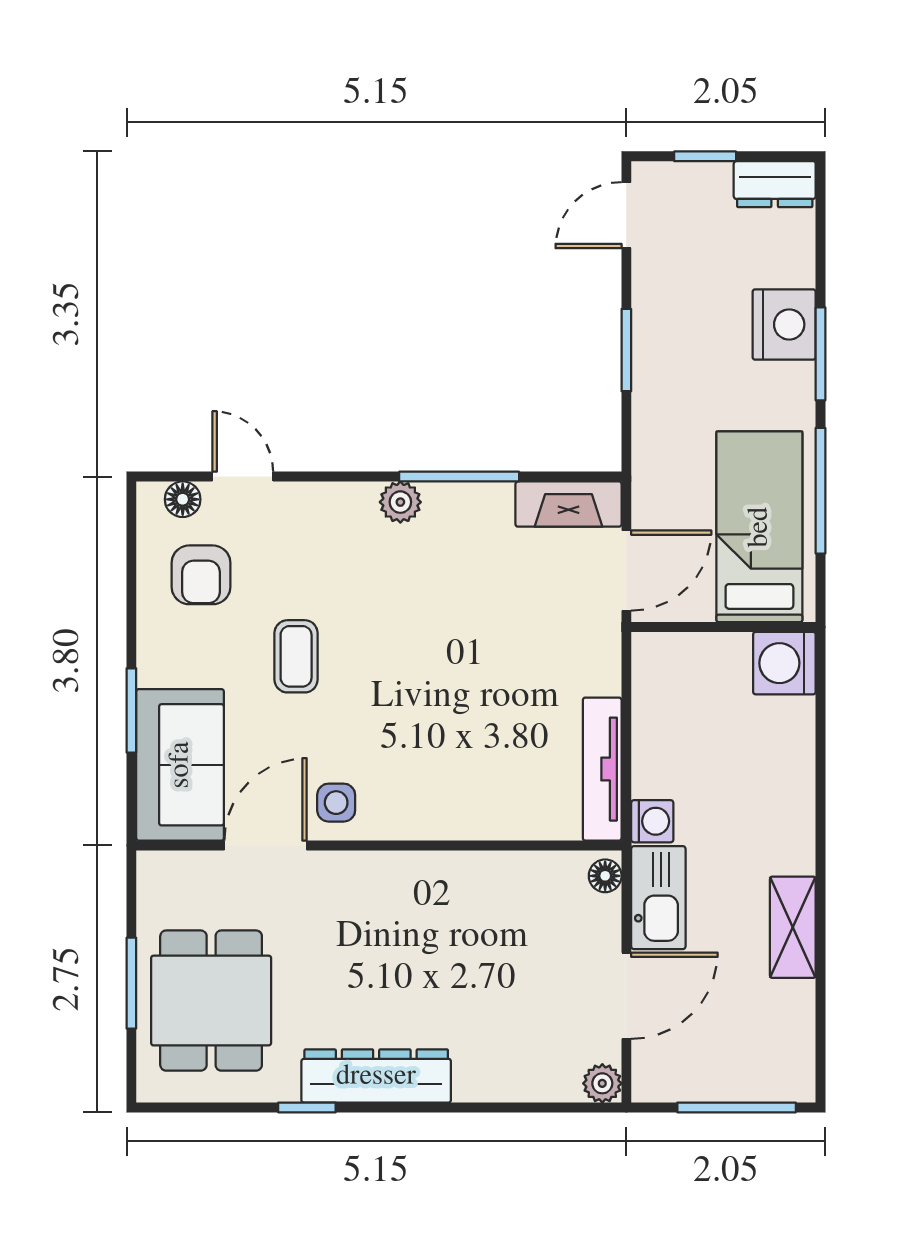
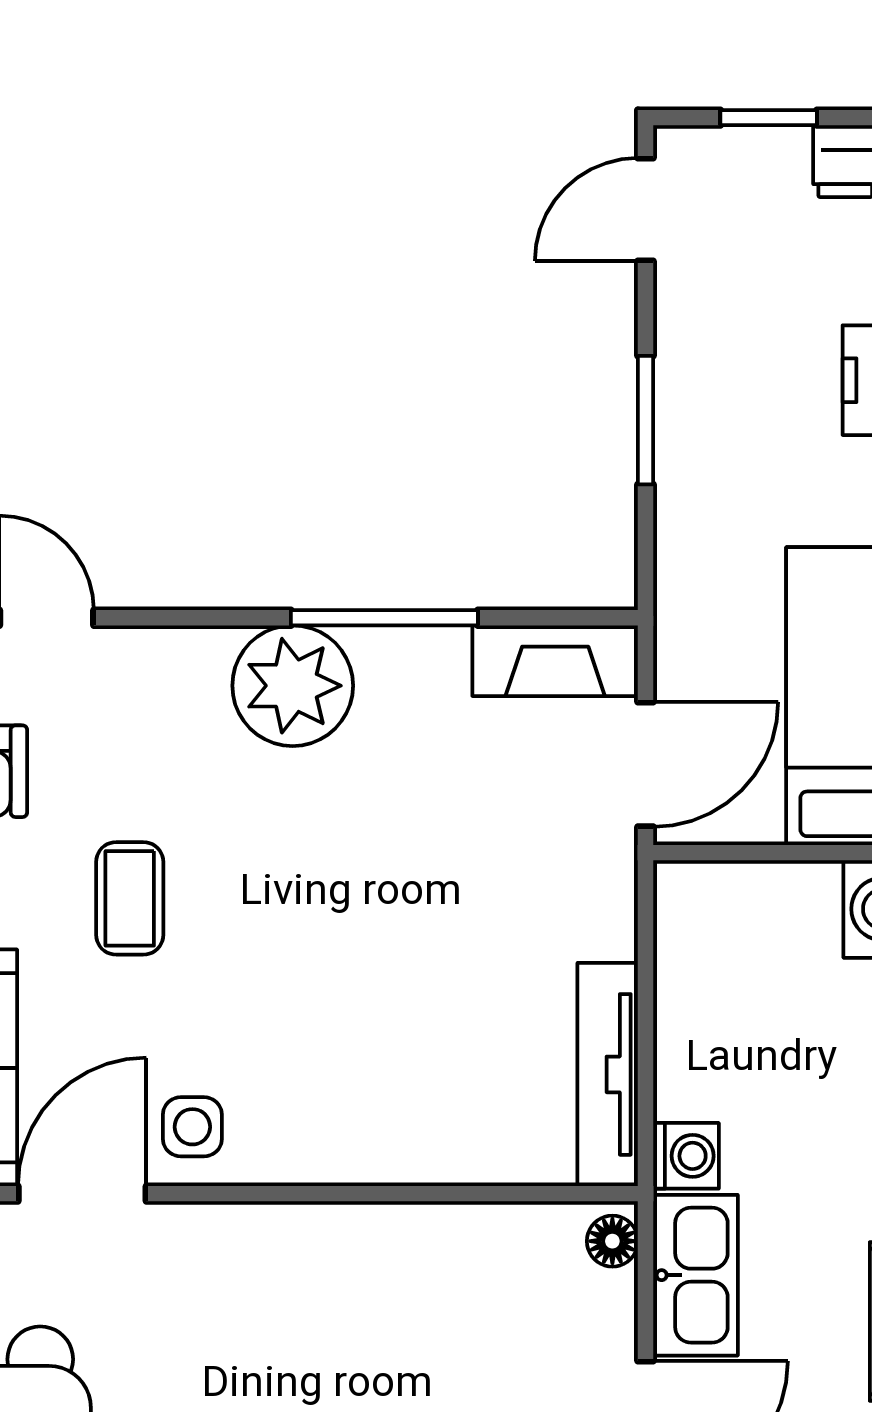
plant: (400, 502) -> (293, 686), width x1.87, depth x1.87

